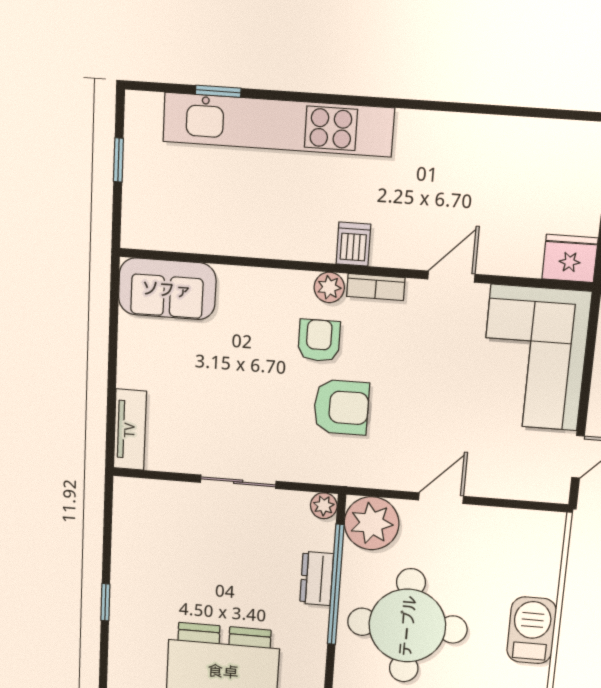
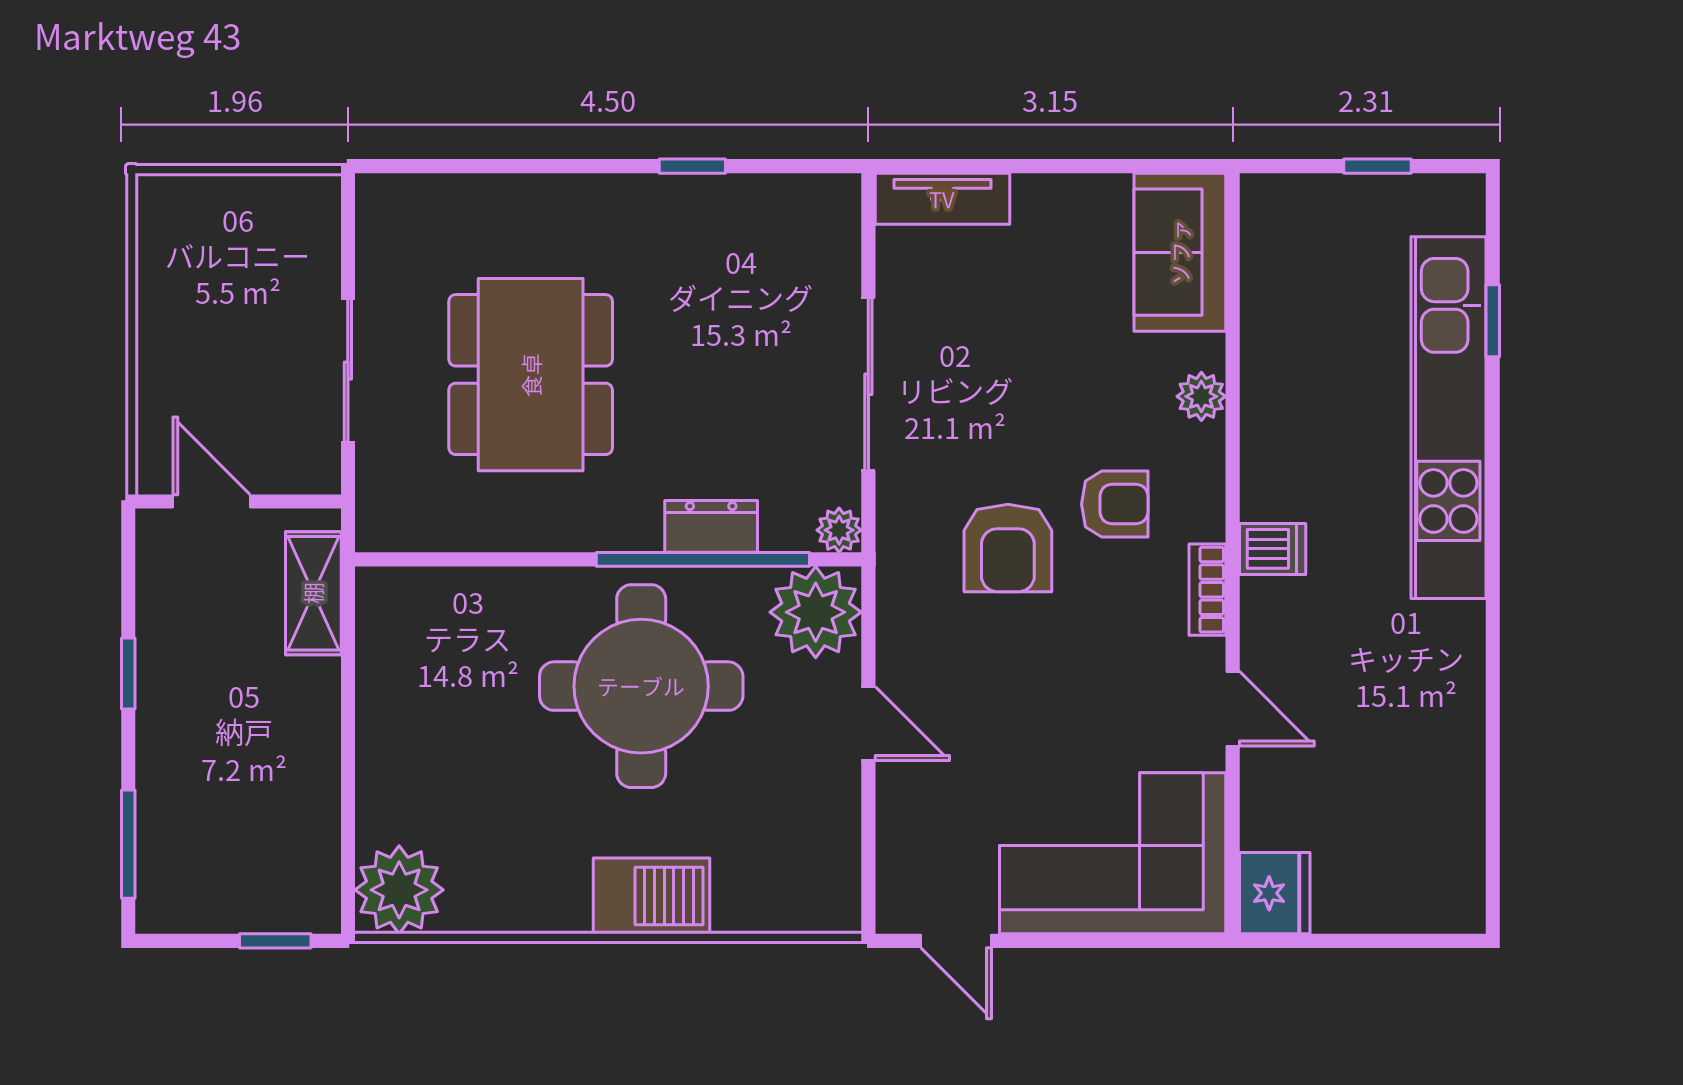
plant: (329, 287) -> (1201, 396), moved
sliding door: (238, 482) -> (868, 384), width x1.37
window: (105, 602) -> (692, 166), moved

